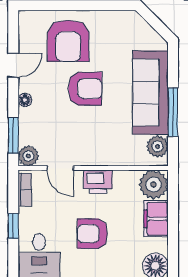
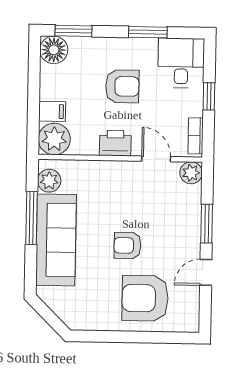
armchair: (68, 41) -> (145, 298), turned -90
armchair: (85, 89) -> (128, 245), width x0.72, depth x0.72
floor lamp: (25, 100) -> (194, 234), removed
window: (13, 135) -> (207, 224), moved
filing cabinet: (156, 219) -> (52, 111), width x0.50

